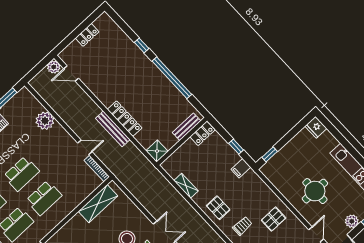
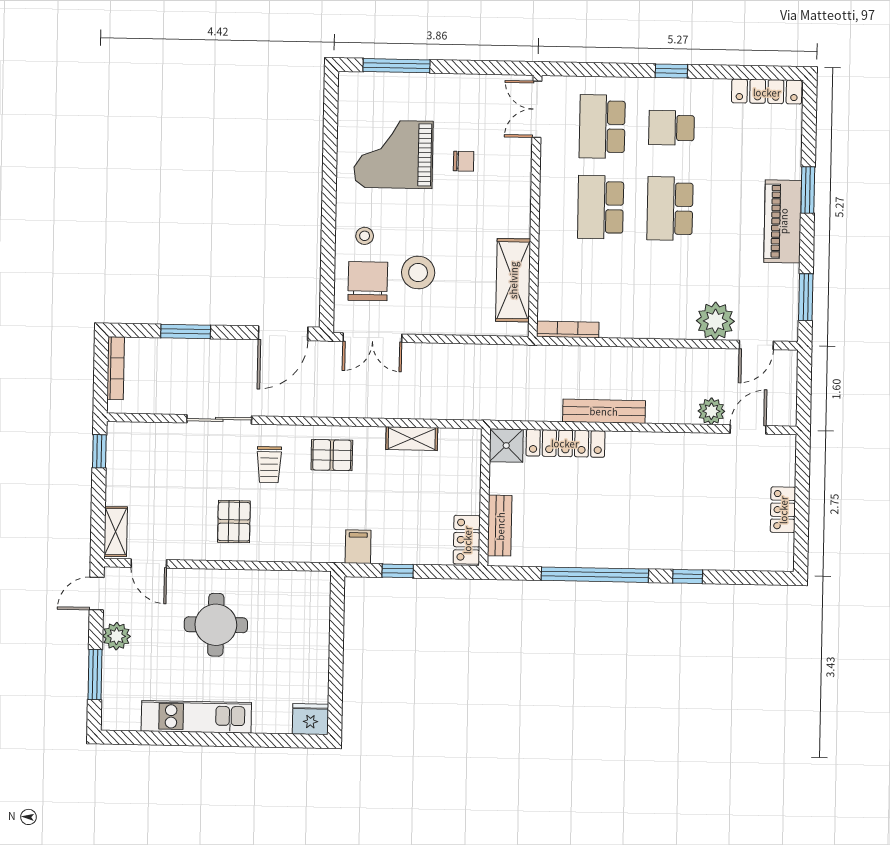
plant: (54, 67) -> (711, 411), moved
locker: (125, 119) -> (565, 443), moved
door: (85, 147) -> (756, 345), moved
window: (270, 154) -> (337, 610), removed

